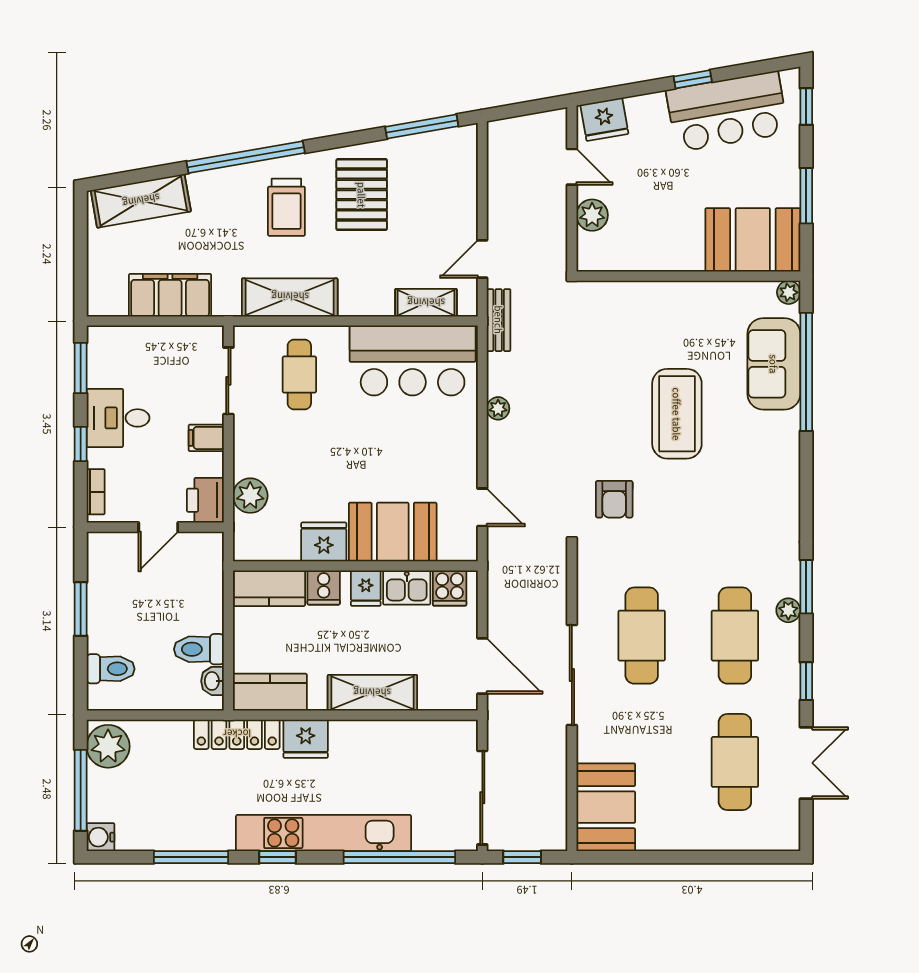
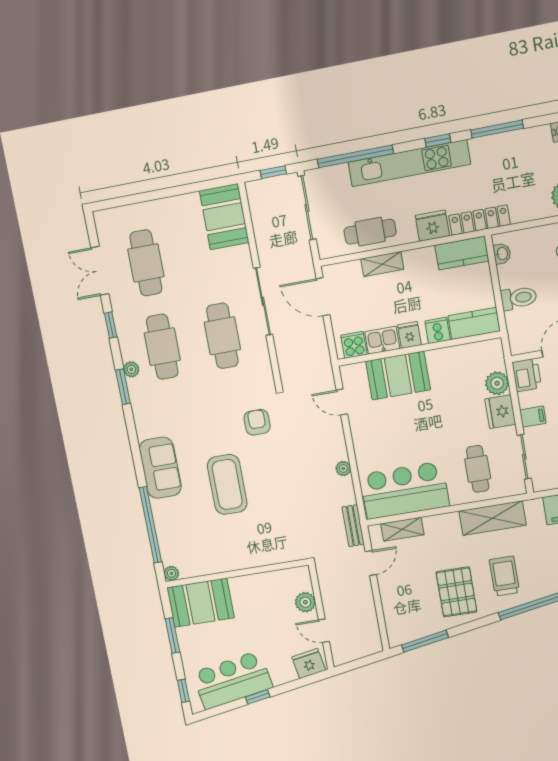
sofa: (774, 364) -> (160, 468), moved
fridge: (324, 542) -> (500, 412), moved, turned 90
toilet: (199, 649) -> (519, 298), moved
shelving: (372, 693) -> (382, 264), width x0.67, depth x0.75
cafe table: (397, 747) -> (370, 232), added

